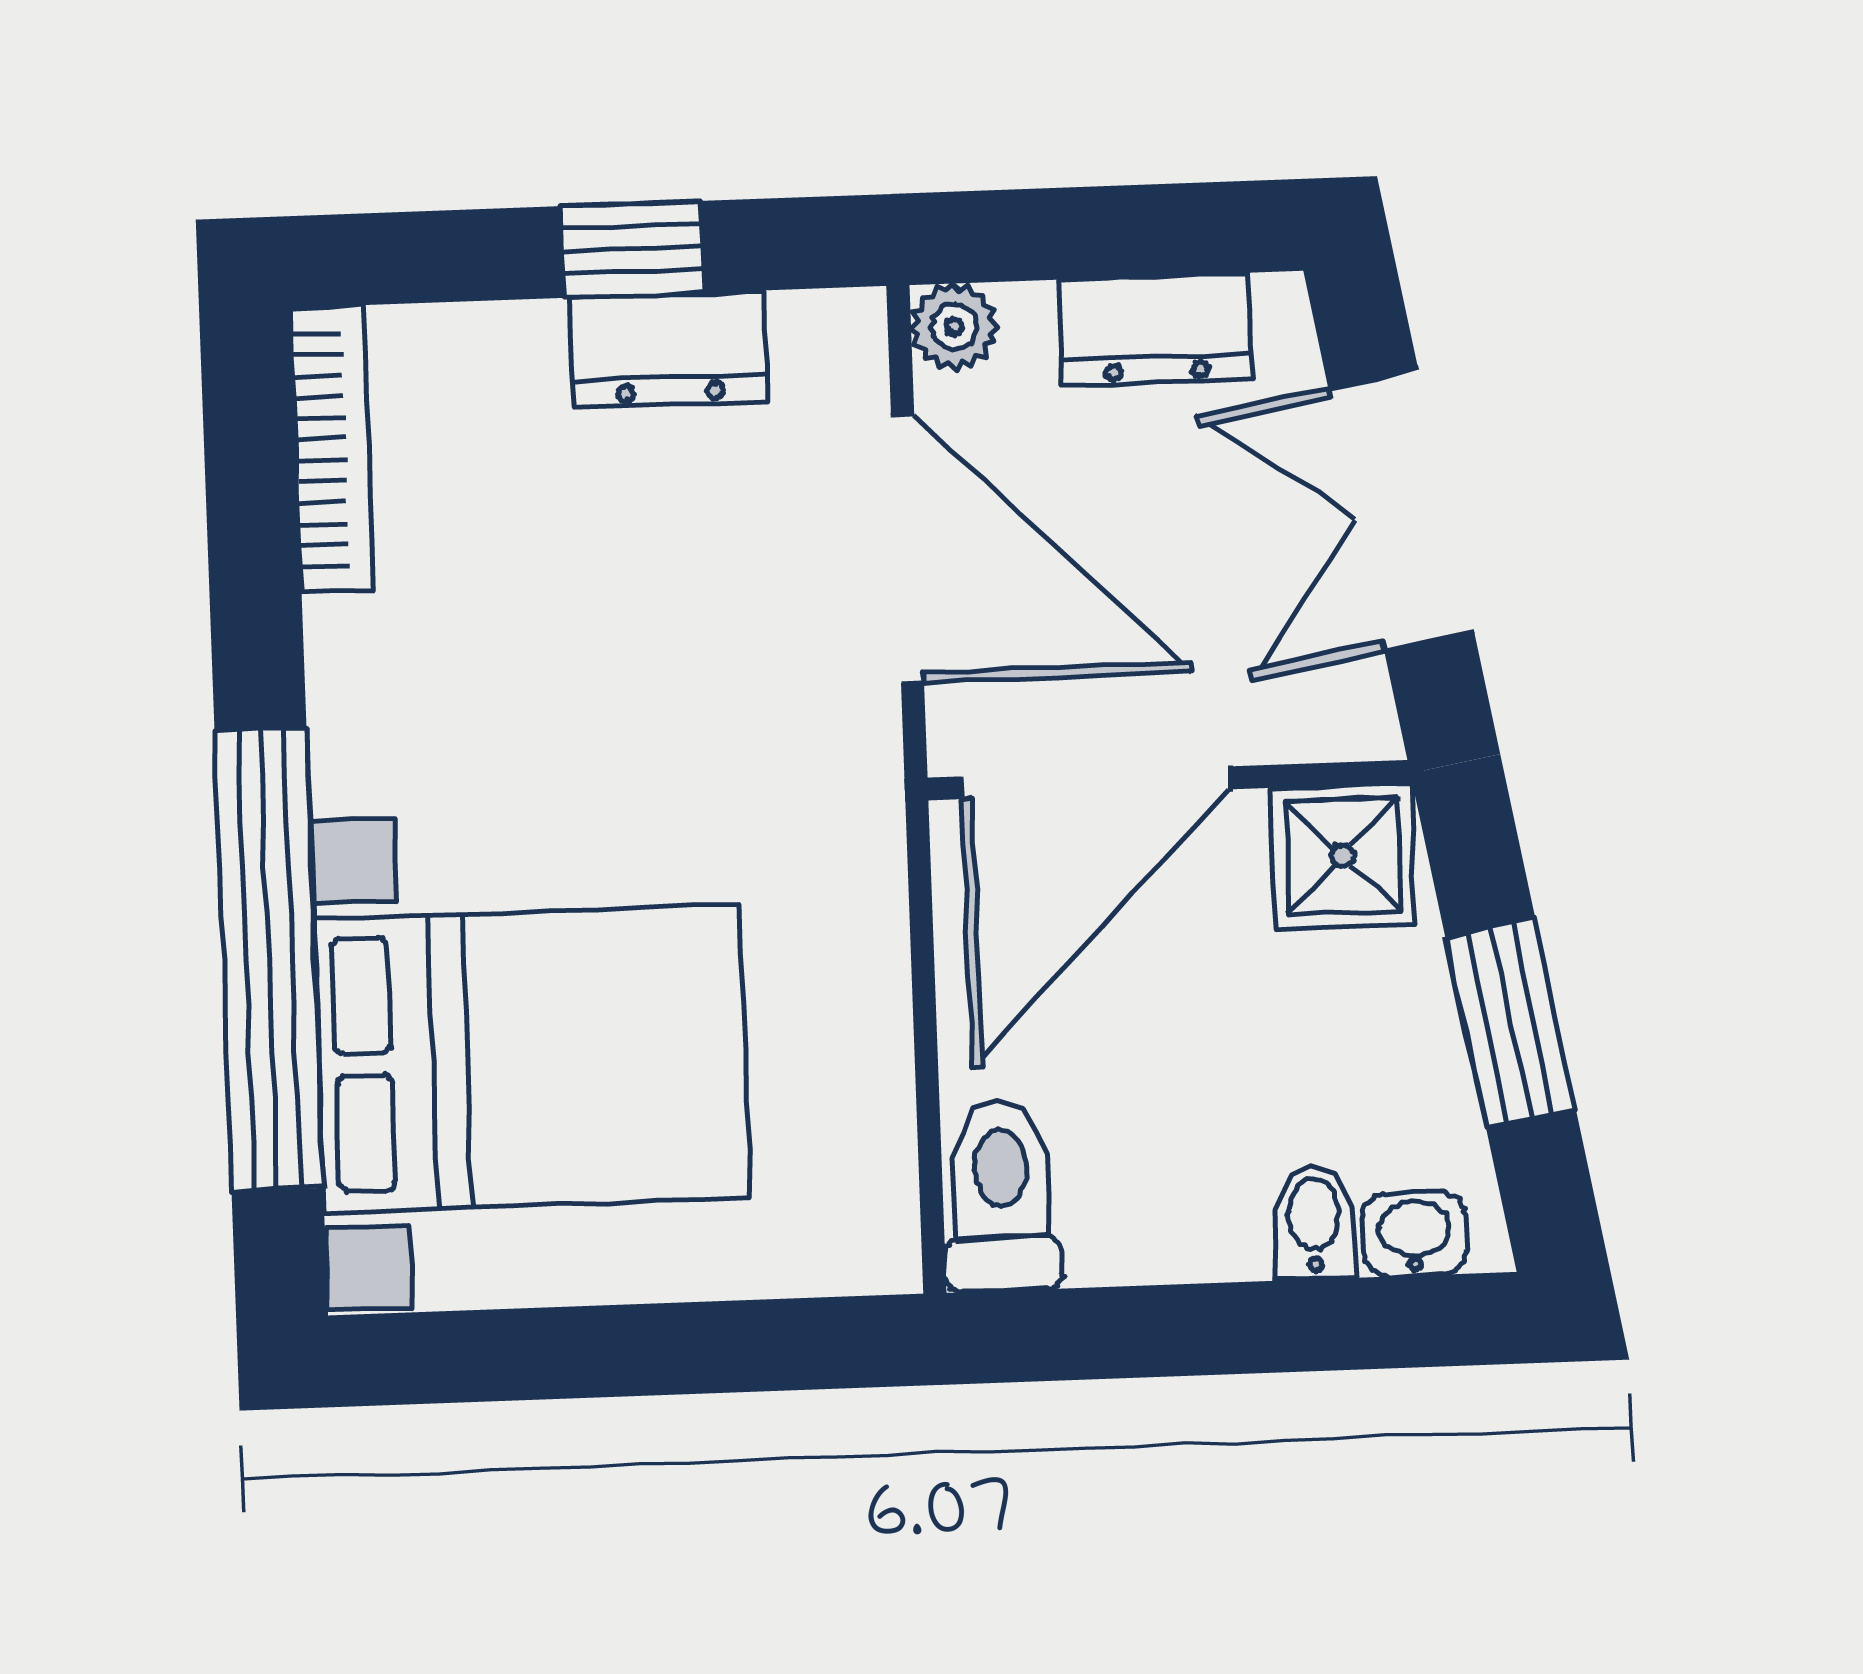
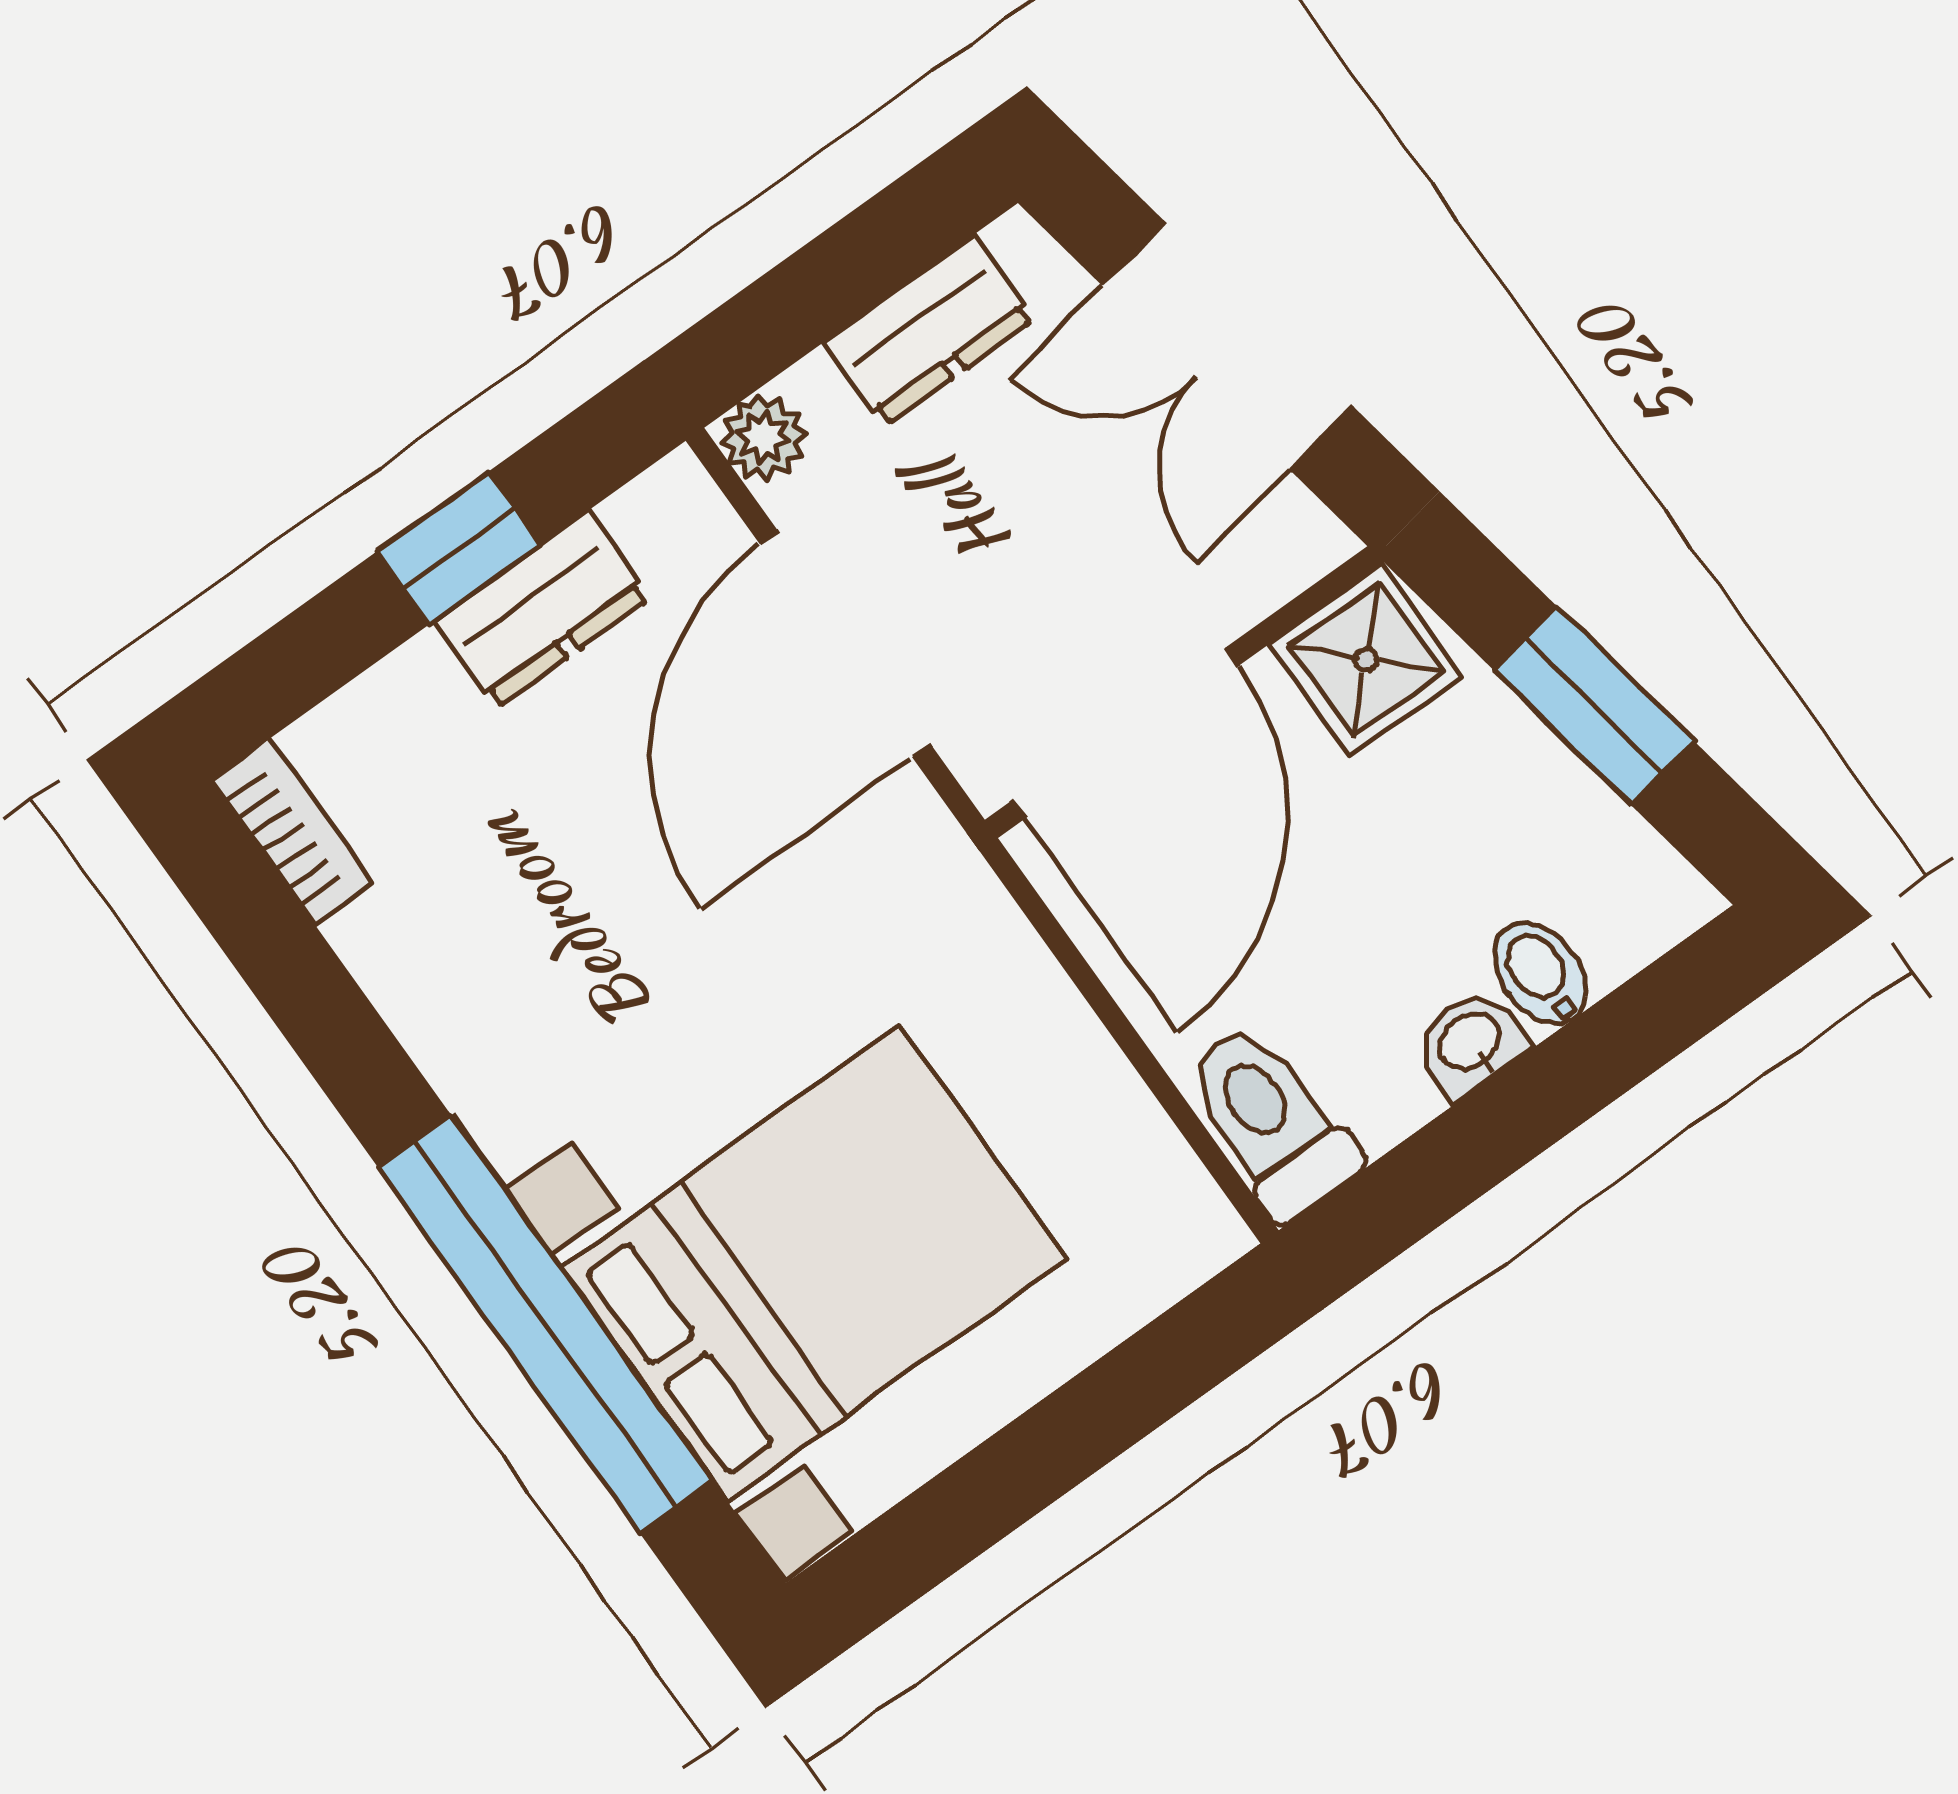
bookcase: (333, 449) -> (292, 832), width x0.64
door: (908, 549) -> (845, 644), swing flipped
washbasin: (1414, 1234) -> (1471, 1043), moved

